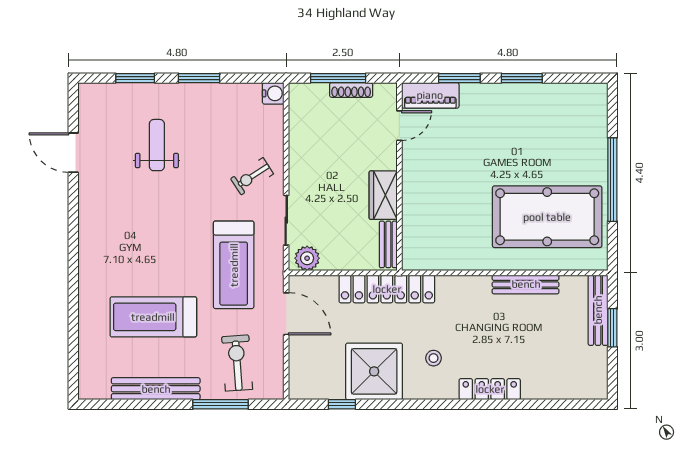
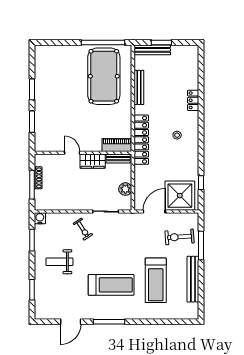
window: (199, 78) -> (32, 240), moved
piano: (430, 95) -> (117, 145), moved, turned -90
door: (399, 126) -> (72, 153), moved
weight bench: (157, 145) -> (59, 262), moved
window: (612, 180) -> (103, 42), moved
window: (73, 227) -> (109, 322), added
plant: (307, 258) -> (125, 189), moved
treadmill: (234, 265) -> (111, 285), moved
locker: (387, 289) -> (141, 140), moved
shower: (374, 371) -> (180, 196), moved
locker: (490, 389) -> (193, 100), width x0.66

